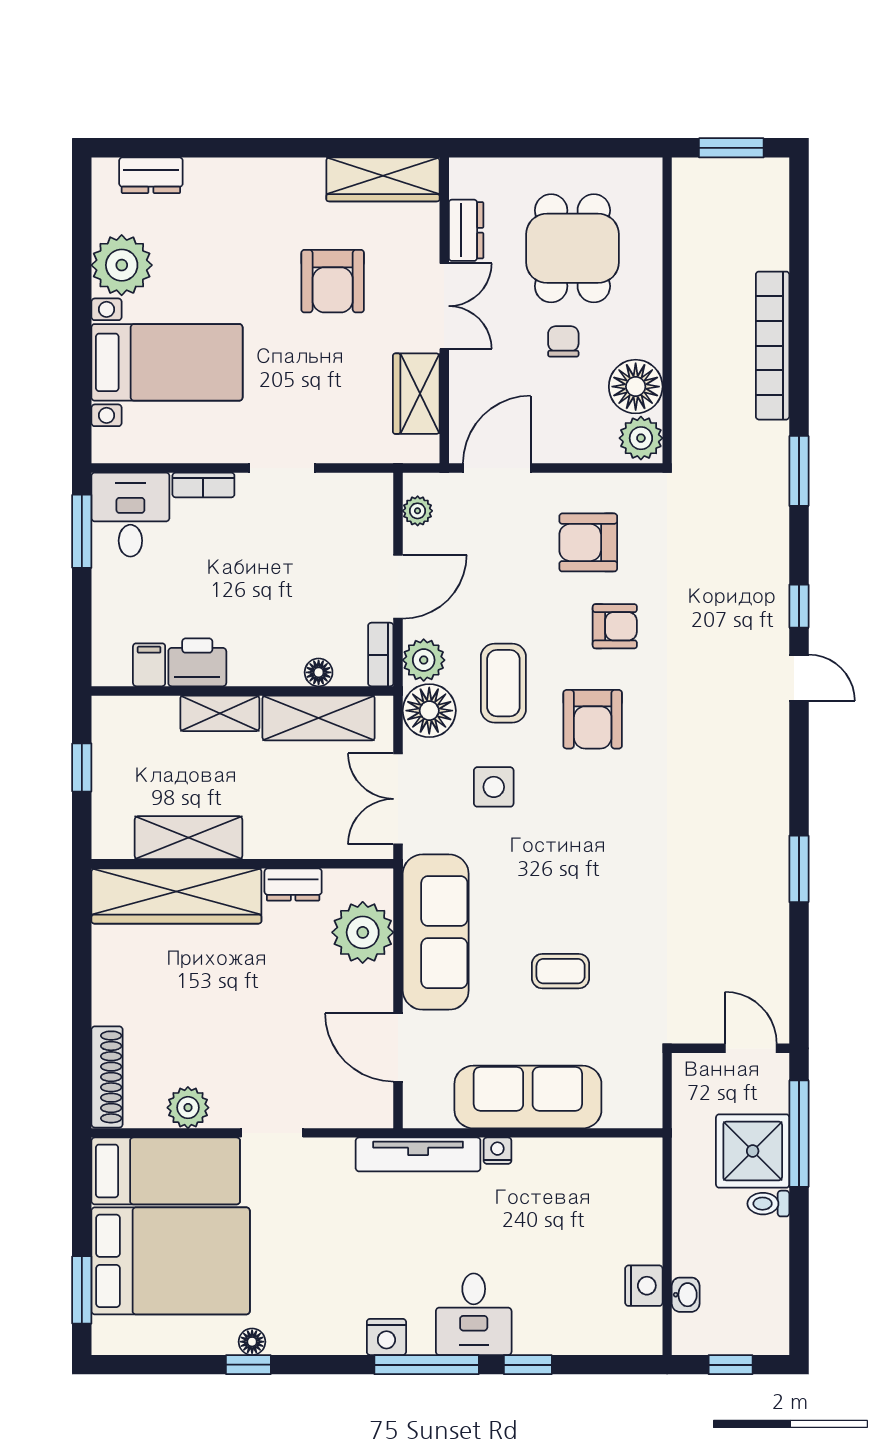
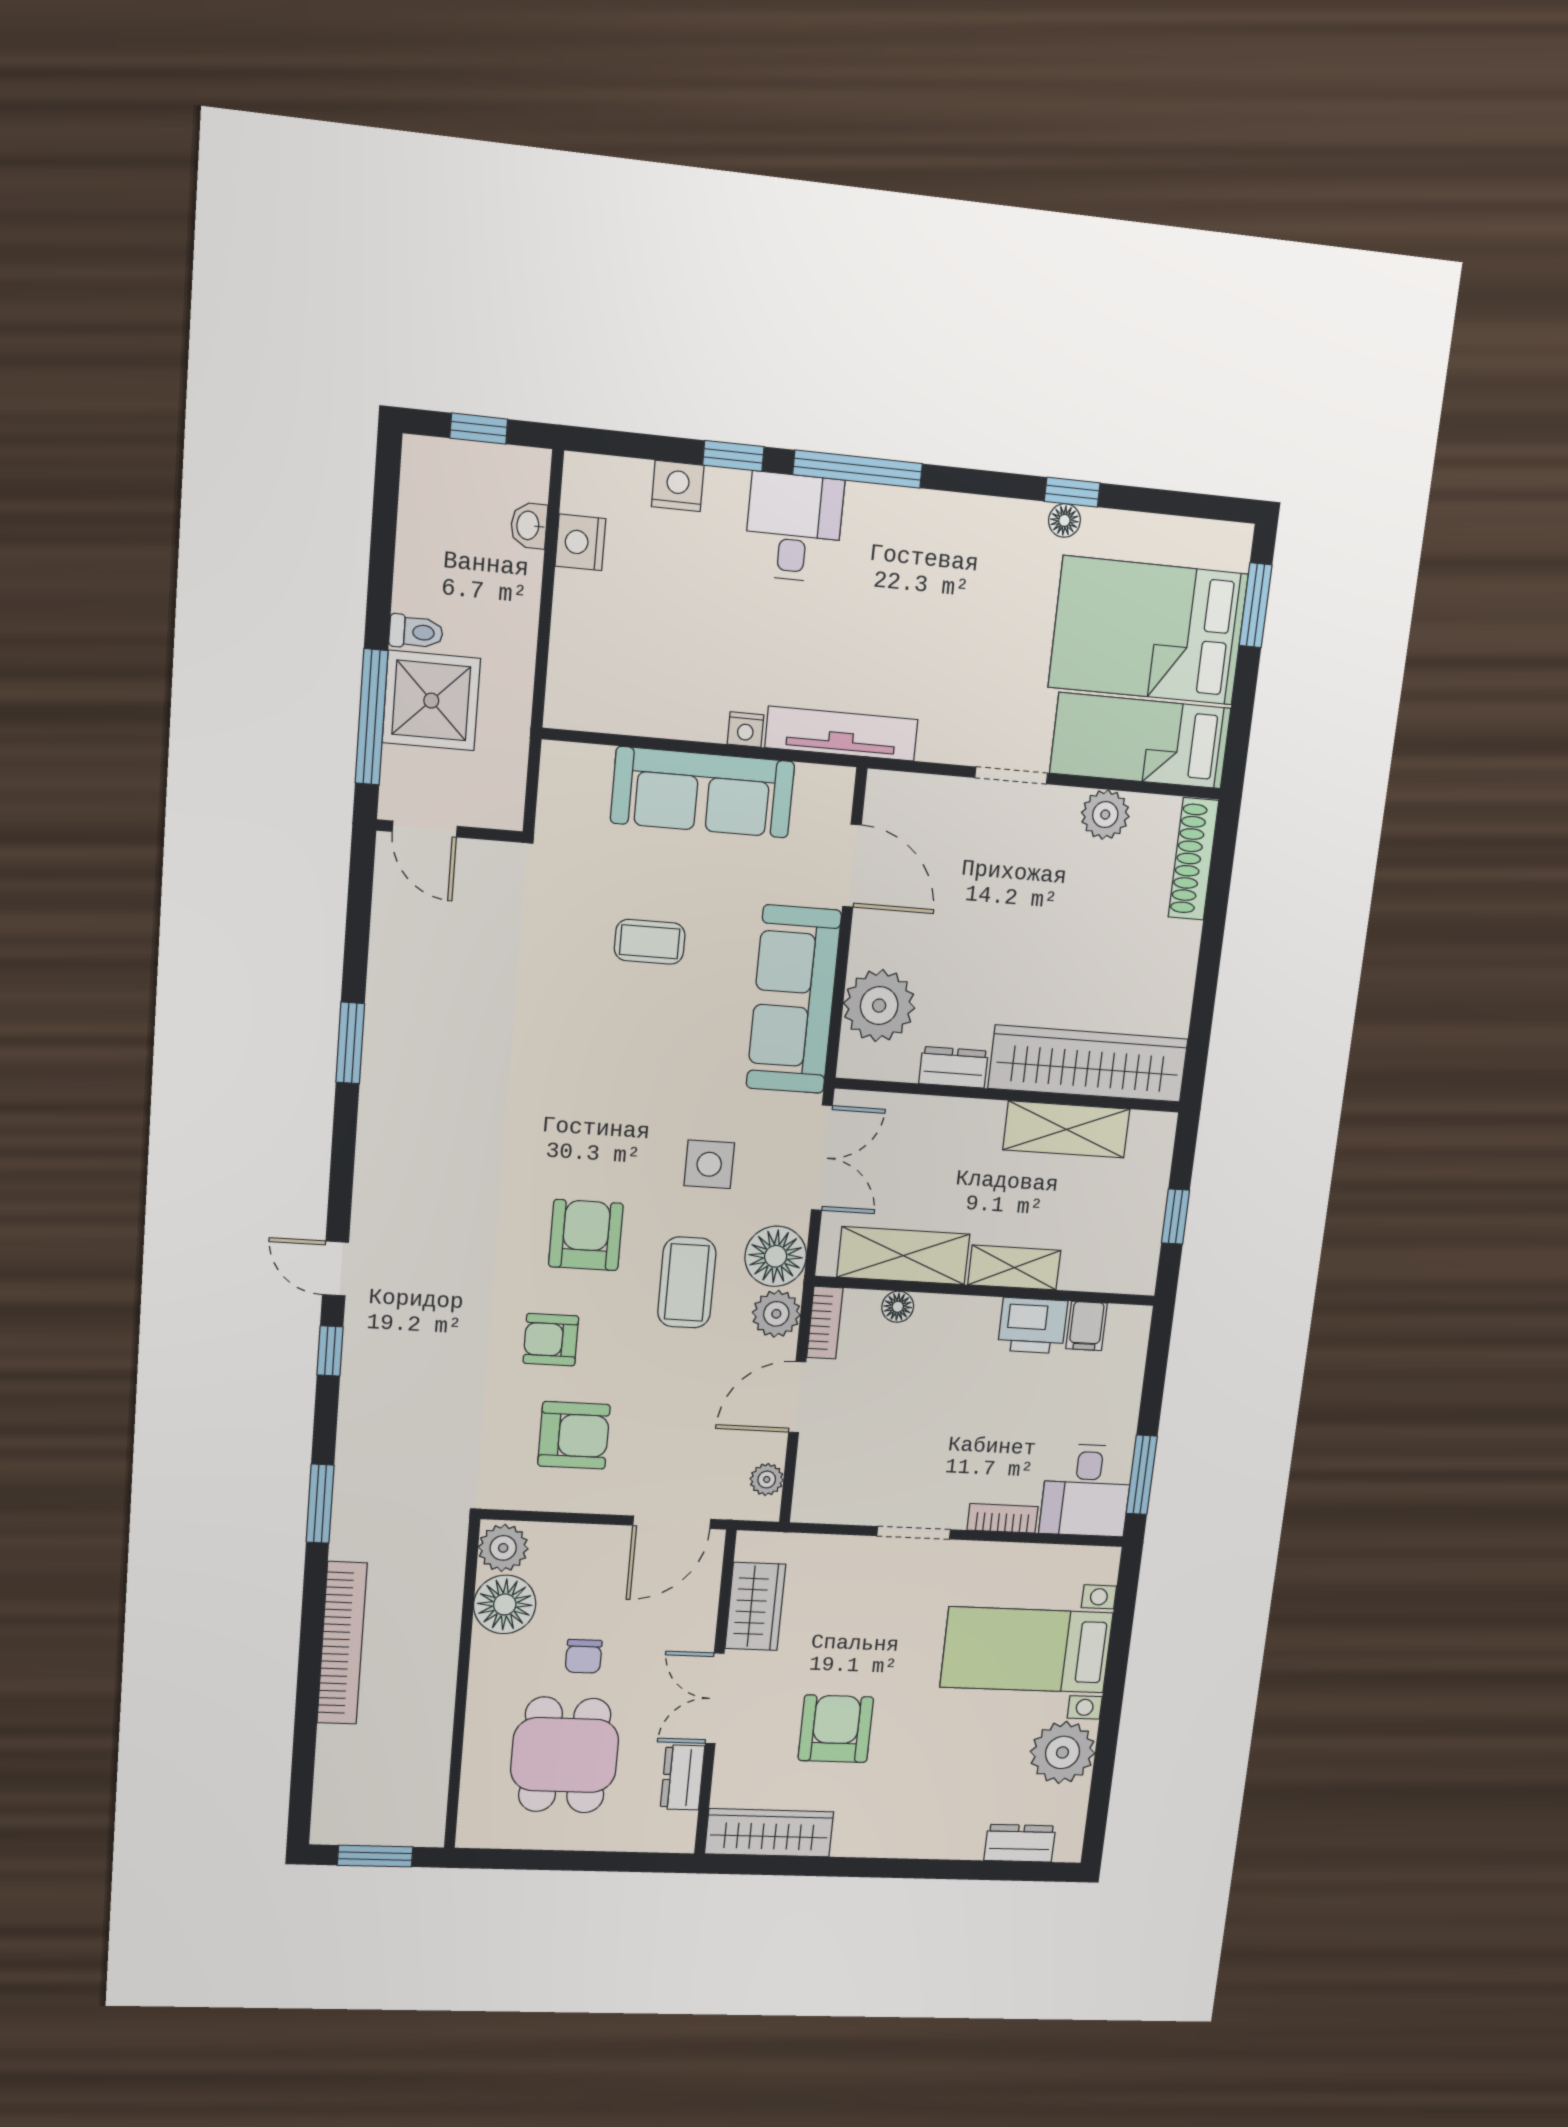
nightstand: (386, 1337) -> (678, 486), moved

